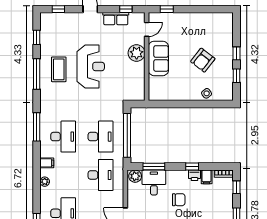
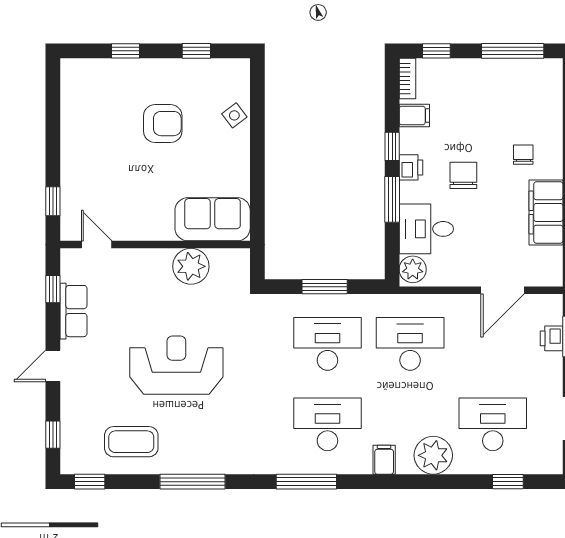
window: (37, 37) -> (90, 482), moved
plant: (137, 53) -> (191, 266), moved
window: (237, 53) -> (126, 51), moved
sofa: (158, 58) -> (213, 219), moved
armchair: (203, 60) -> (163, 124), turned -38
coffee table: (59, 69) -> (131, 442), moved
window: (127, 135) -> (325, 287), width x0.47
window: (154, 167) -> (392, 199), moved
printer: (194, 175) -> (411, 167), moved
plant: (45, 182) -> (433, 455), width x1.88, depth x1.88

